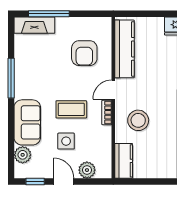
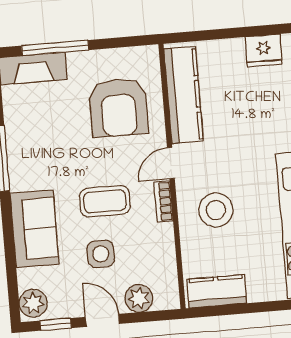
armchair: (84, 53) -> (118, 107), width x1.36, depth x1.36
plant: (23, 155) -> (33, 303), moved
kitchen counter: (124, 161) -> (217, 291), moved, turned -90

